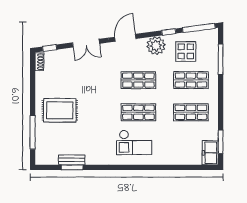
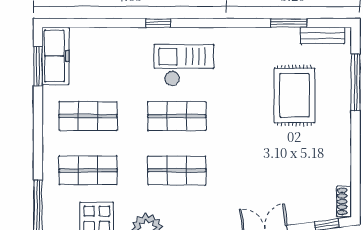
rug: (60, 110) -> (294, 95), moved, turned 90
freezer: (210, 153) -> (55, 56), width x1.40
bench: (72, 160) -> (322, 36), moved
window: (149, 167) -> (158, 23), added

